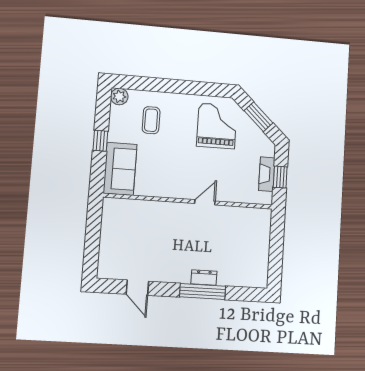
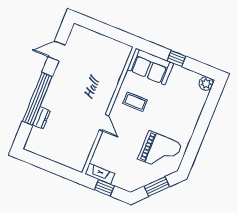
coffee table: (151, 120) -> (135, 102), moved
fireplace: (267, 174) -> (100, 174), moved
dresser: (204, 278) -> (41, 118), moved
window: (203, 291) -> (37, 99), width x1.46

